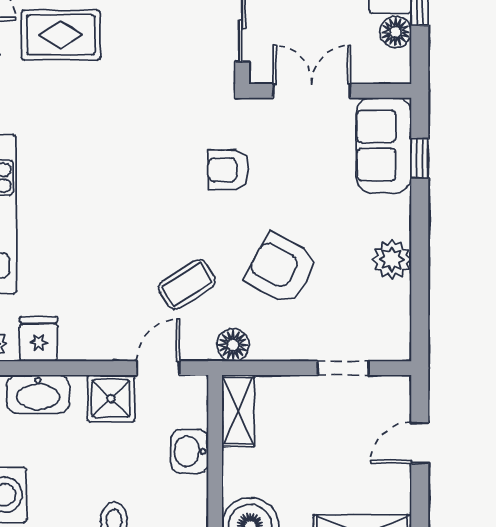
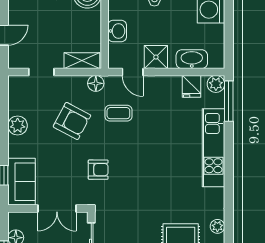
coffee table: (187, 285) -> (118, 113), turned 32
door: (158, 368) -> (133, 72), hinge flipped
shelving: (238, 411) -> (82, 61), moved, turned 90

